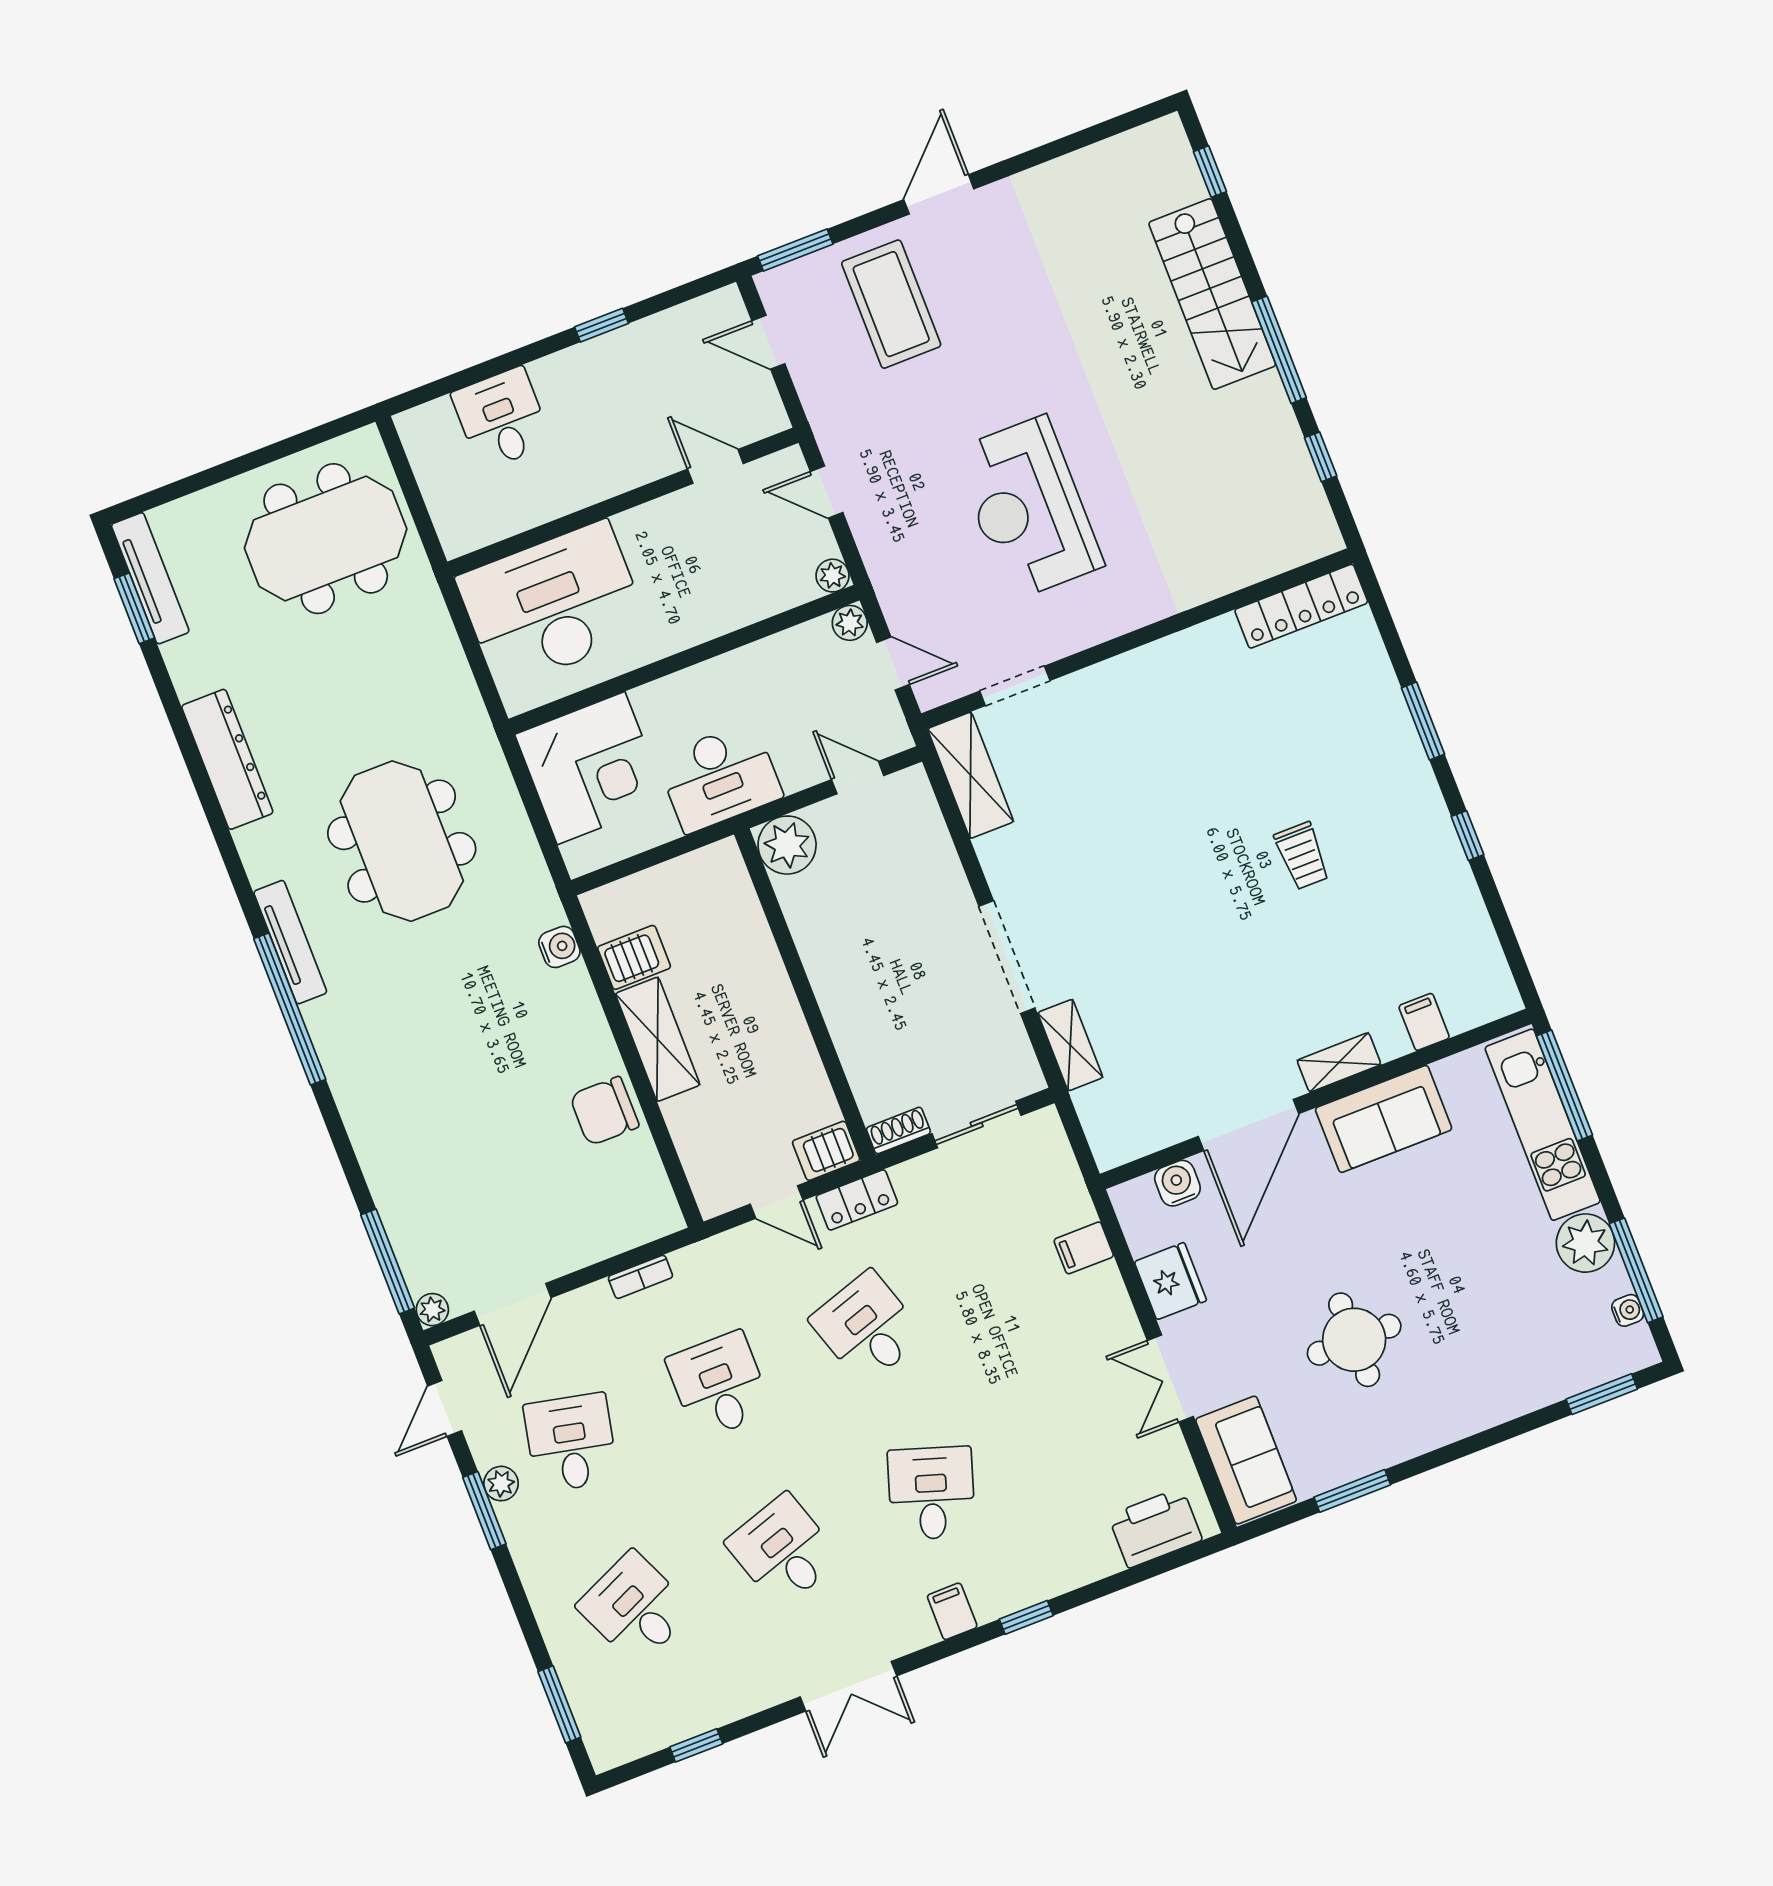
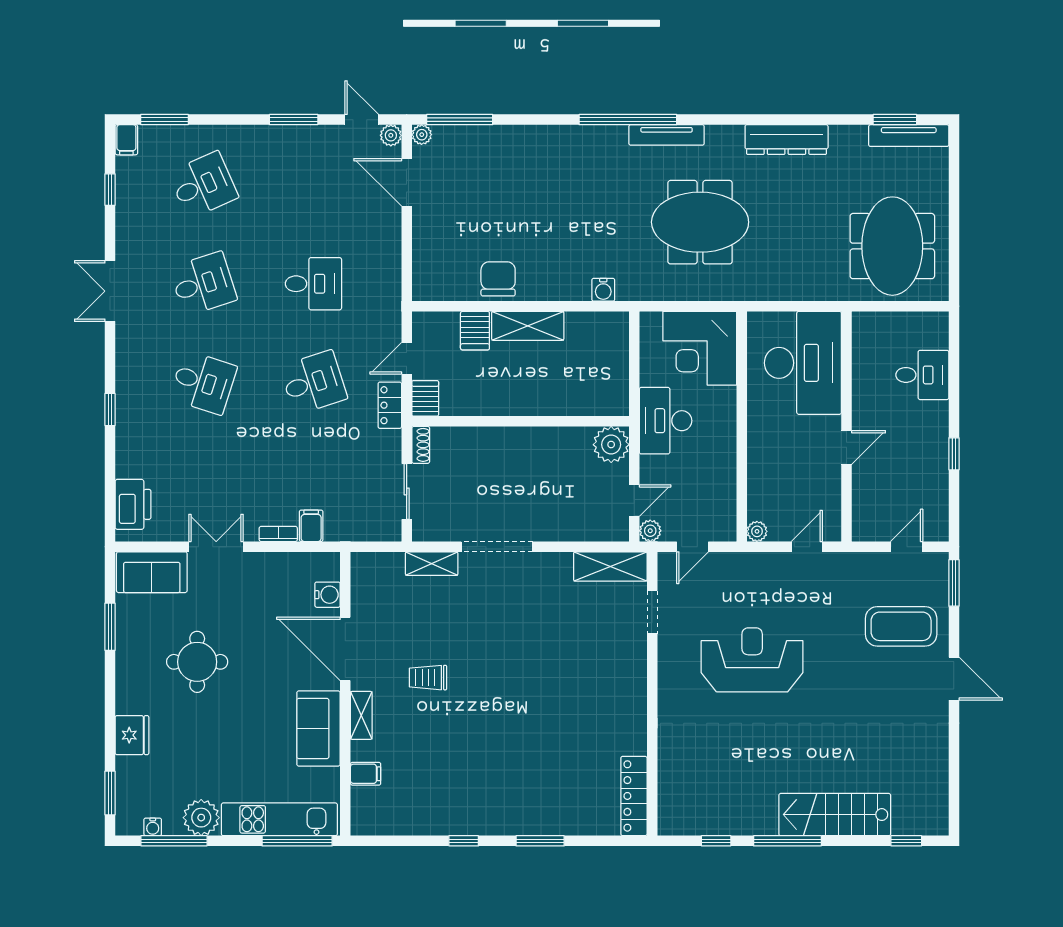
door: (715, 466) -> (847, 447), moved
plant: (850, 623) -> (650, 531), moved
trolley: (1302, 856) -> (428, 678), moved
server rack: (634, 957) -> (475, 331), moved
bookcase: (640, 1277) -> (278, 534), moved, turned 90
fridge: (1170, 1281) -> (132, 735), moved, turned -90
desk: (571, 1443) -> (313, 185), removed
plant: (501, 1484) -> (391, 135), moved
filing cabinet: (952, 1611) -> (126, 140), moved, turned 90

